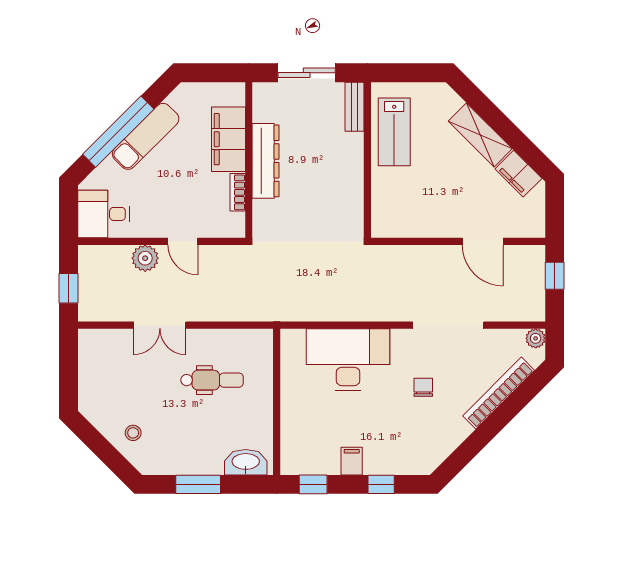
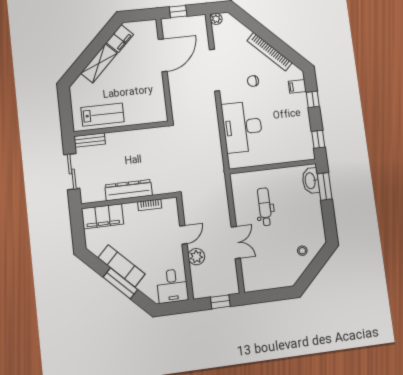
window: (118, 132) -> (120, 283), width x0.68
filing cabinet: (228, 139) -> (103, 216), moved
door: (483, 241) -> (163, 55), width x1.36
bookcase: (499, 393) -> (270, 52), moved
filing cabinet: (352, 461) -> (297, 86), moved
window: (198, 484) -> (325, 186), moved

